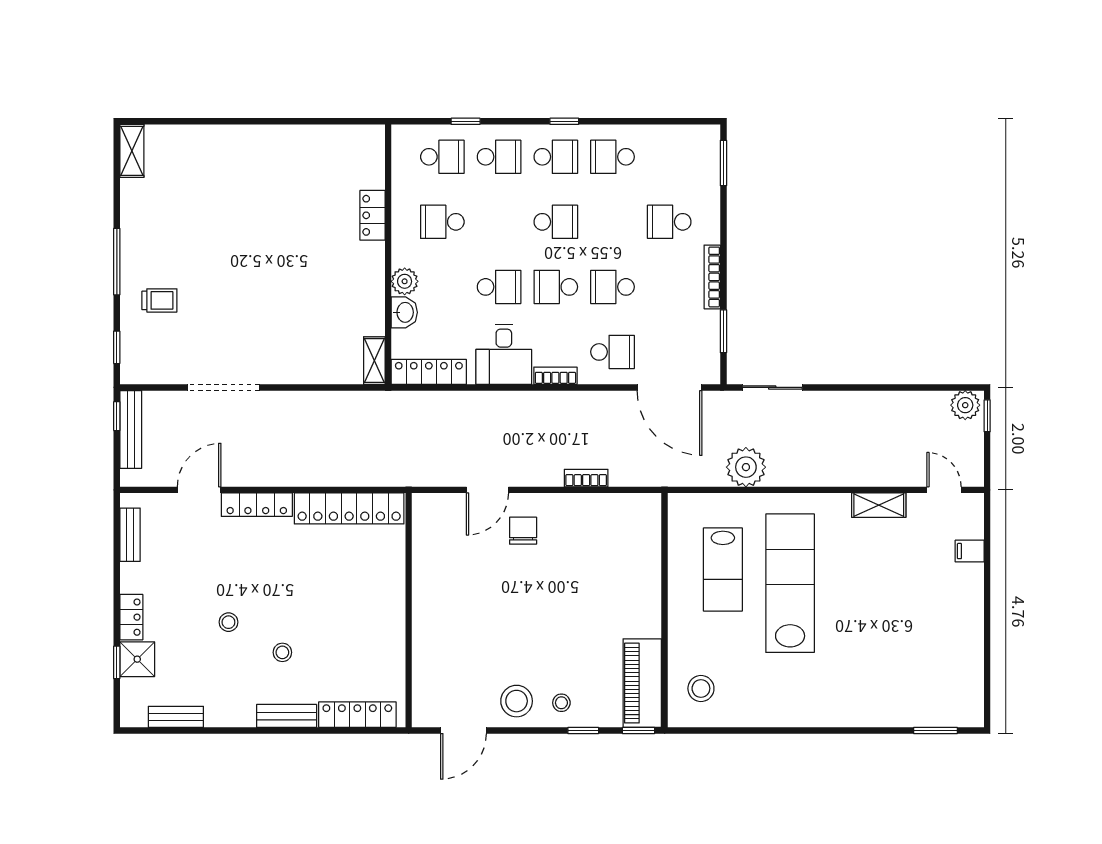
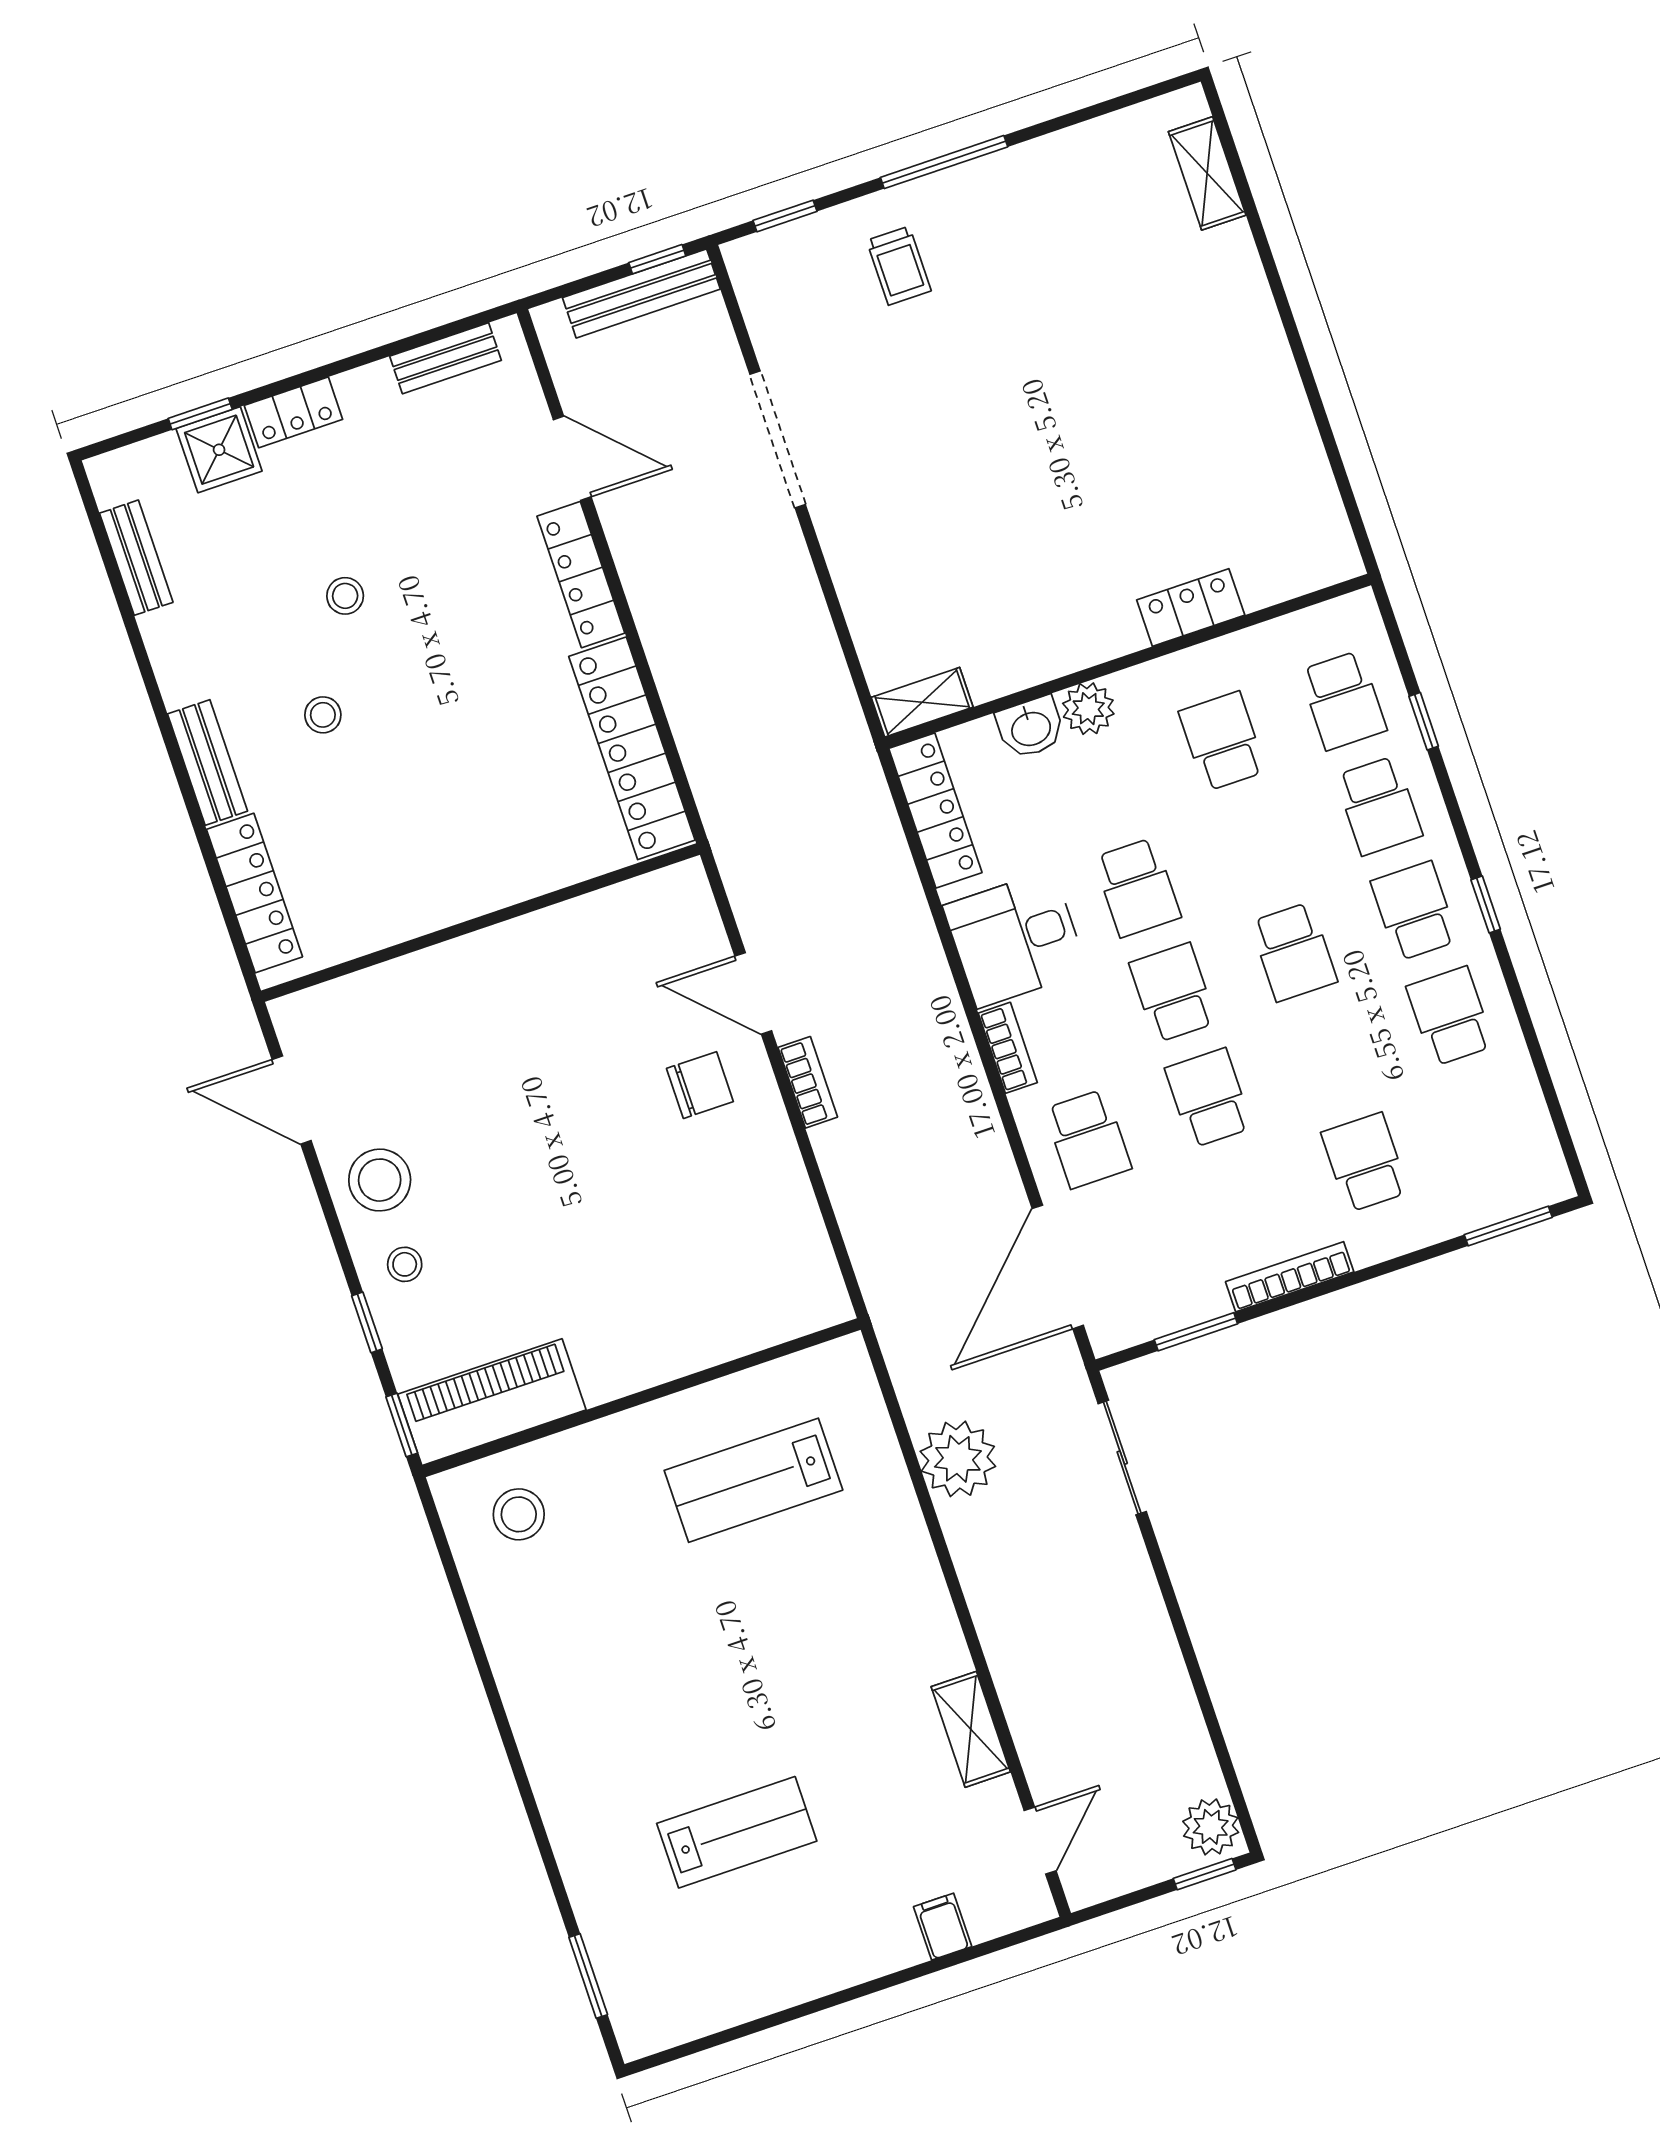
shelving: (132, 151) -> (1207, 173), moved, turned 90
school desk: (556, 157) -> (1414, 911), turned 180
bookcase: (586, 478) -> (808, 1082), moved
lab bench: (790, 583) -> (737, 1832), moved, width x0.54, depth x0.72

